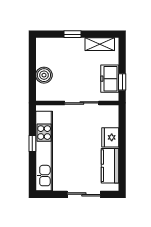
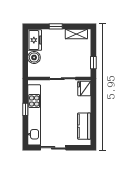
freezer: (110, 79) -> (35, 40), moved, turned 180
fridge: (110, 137) -> (84, 88), moved
sliding door: (84, 194) -> (53, 148), moved

